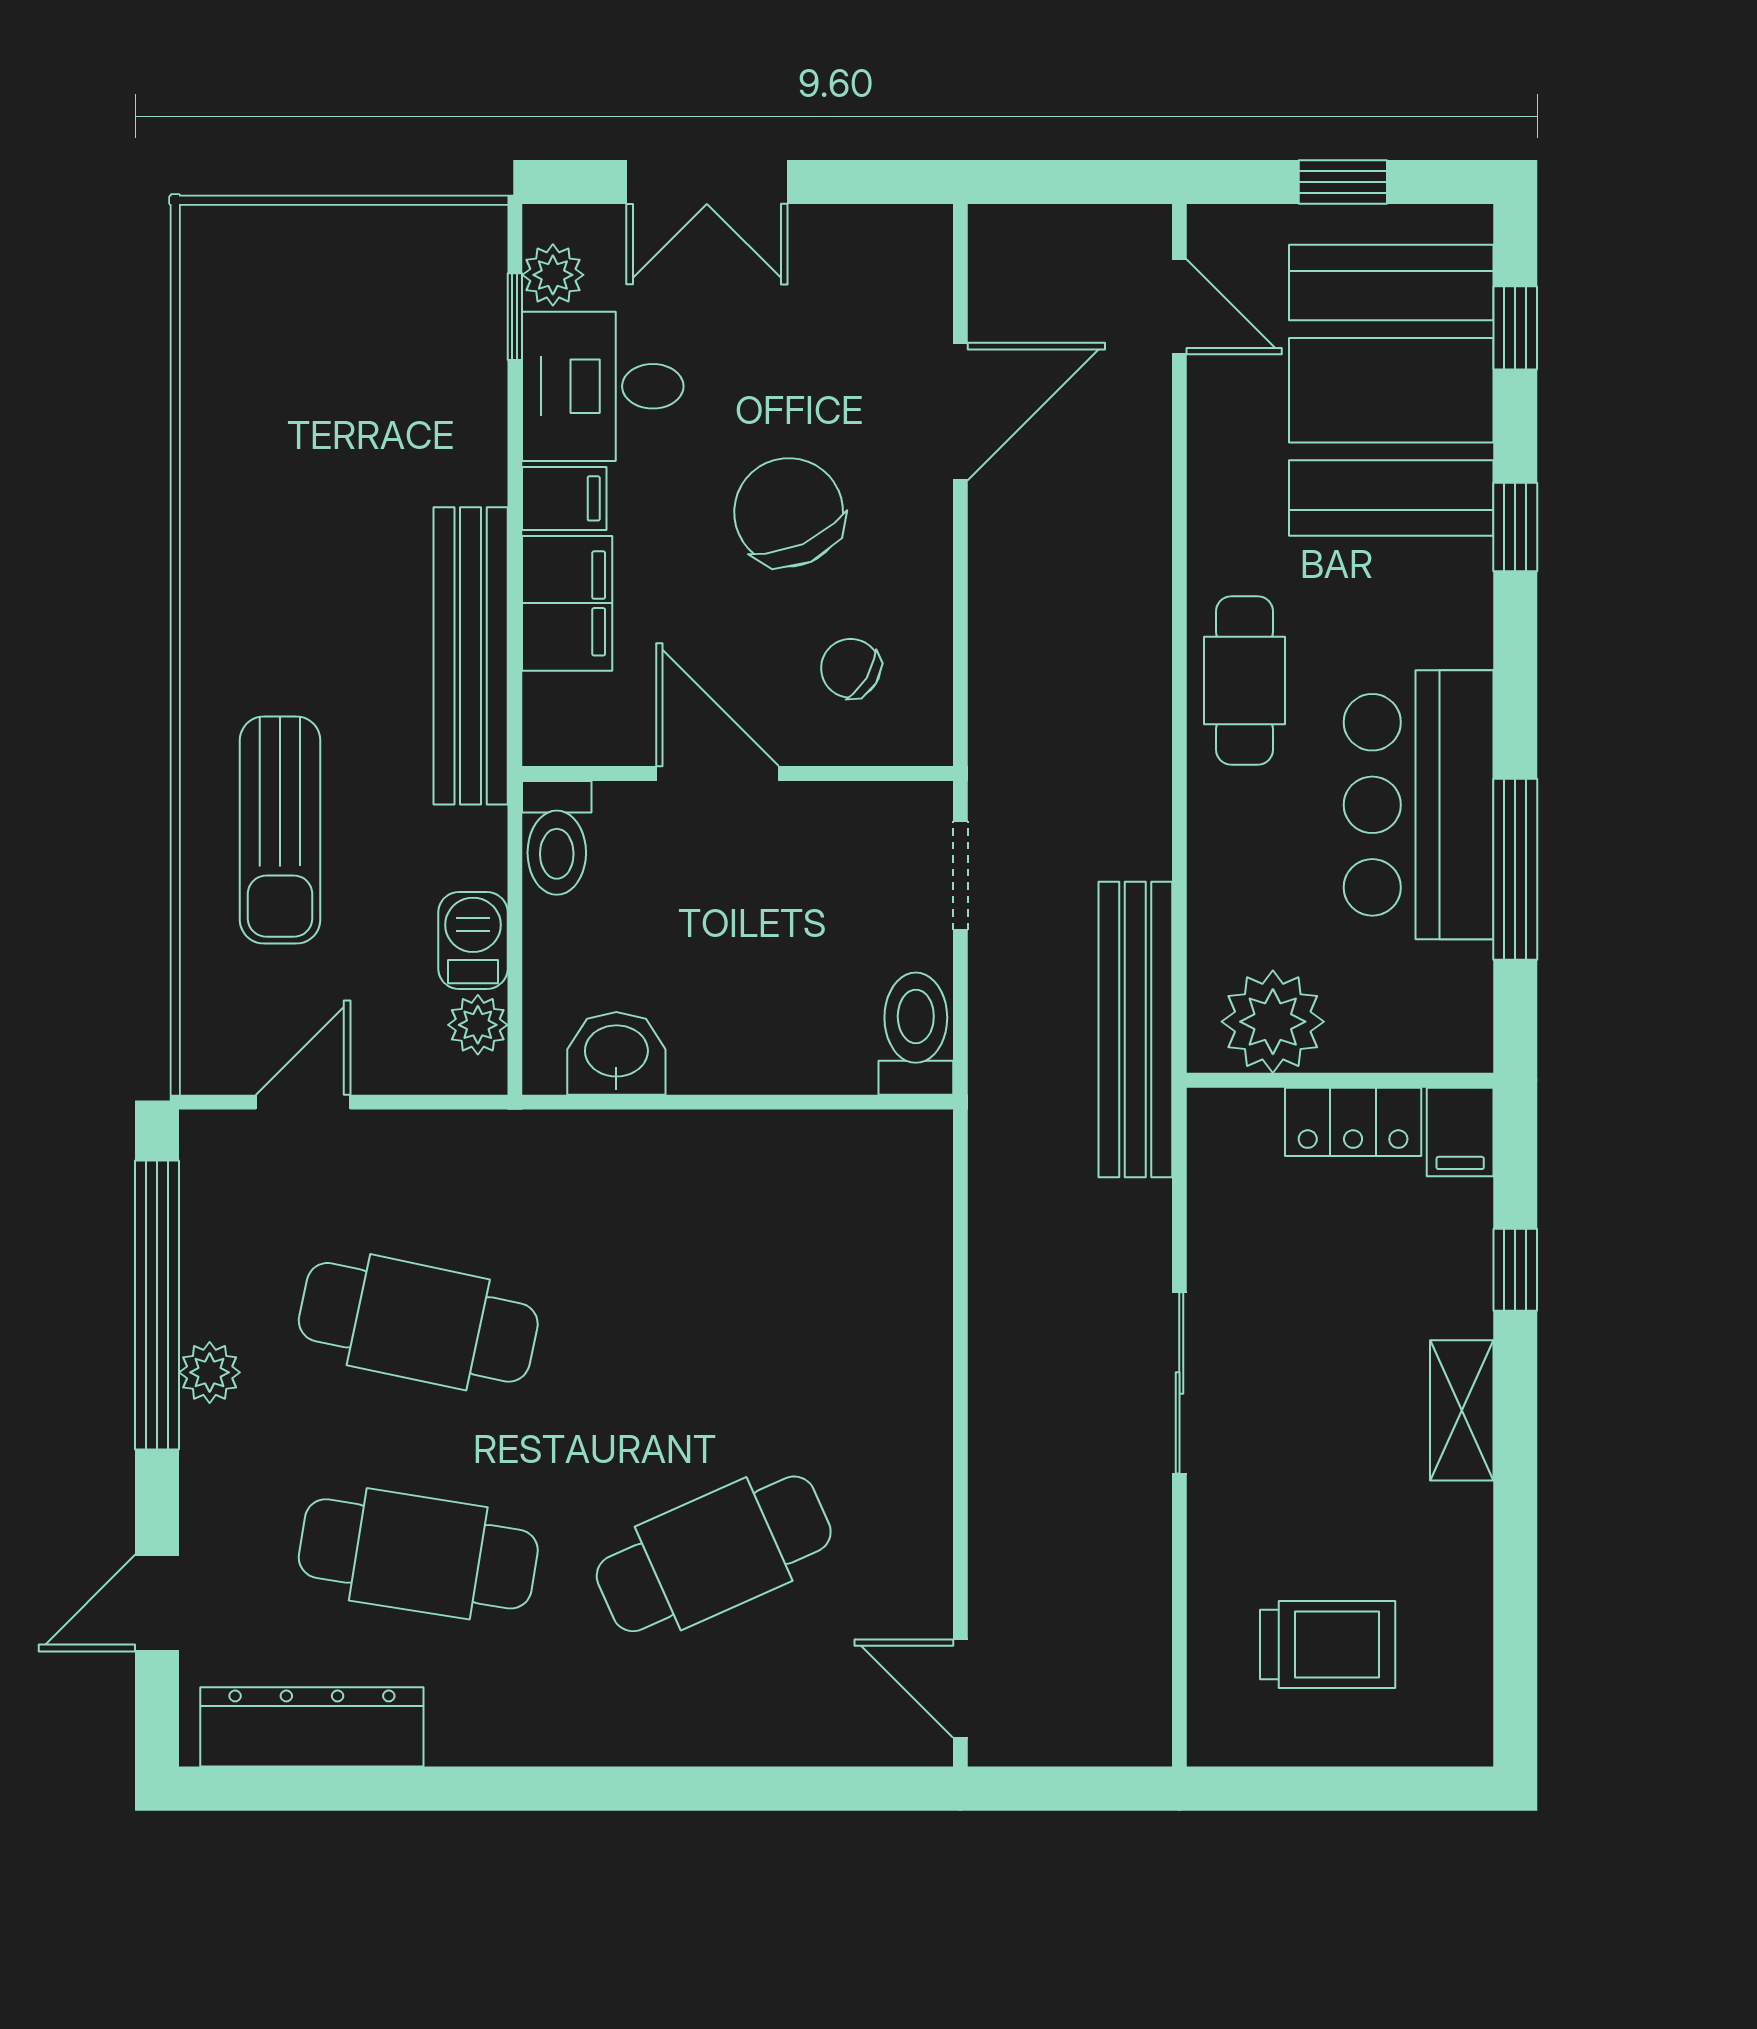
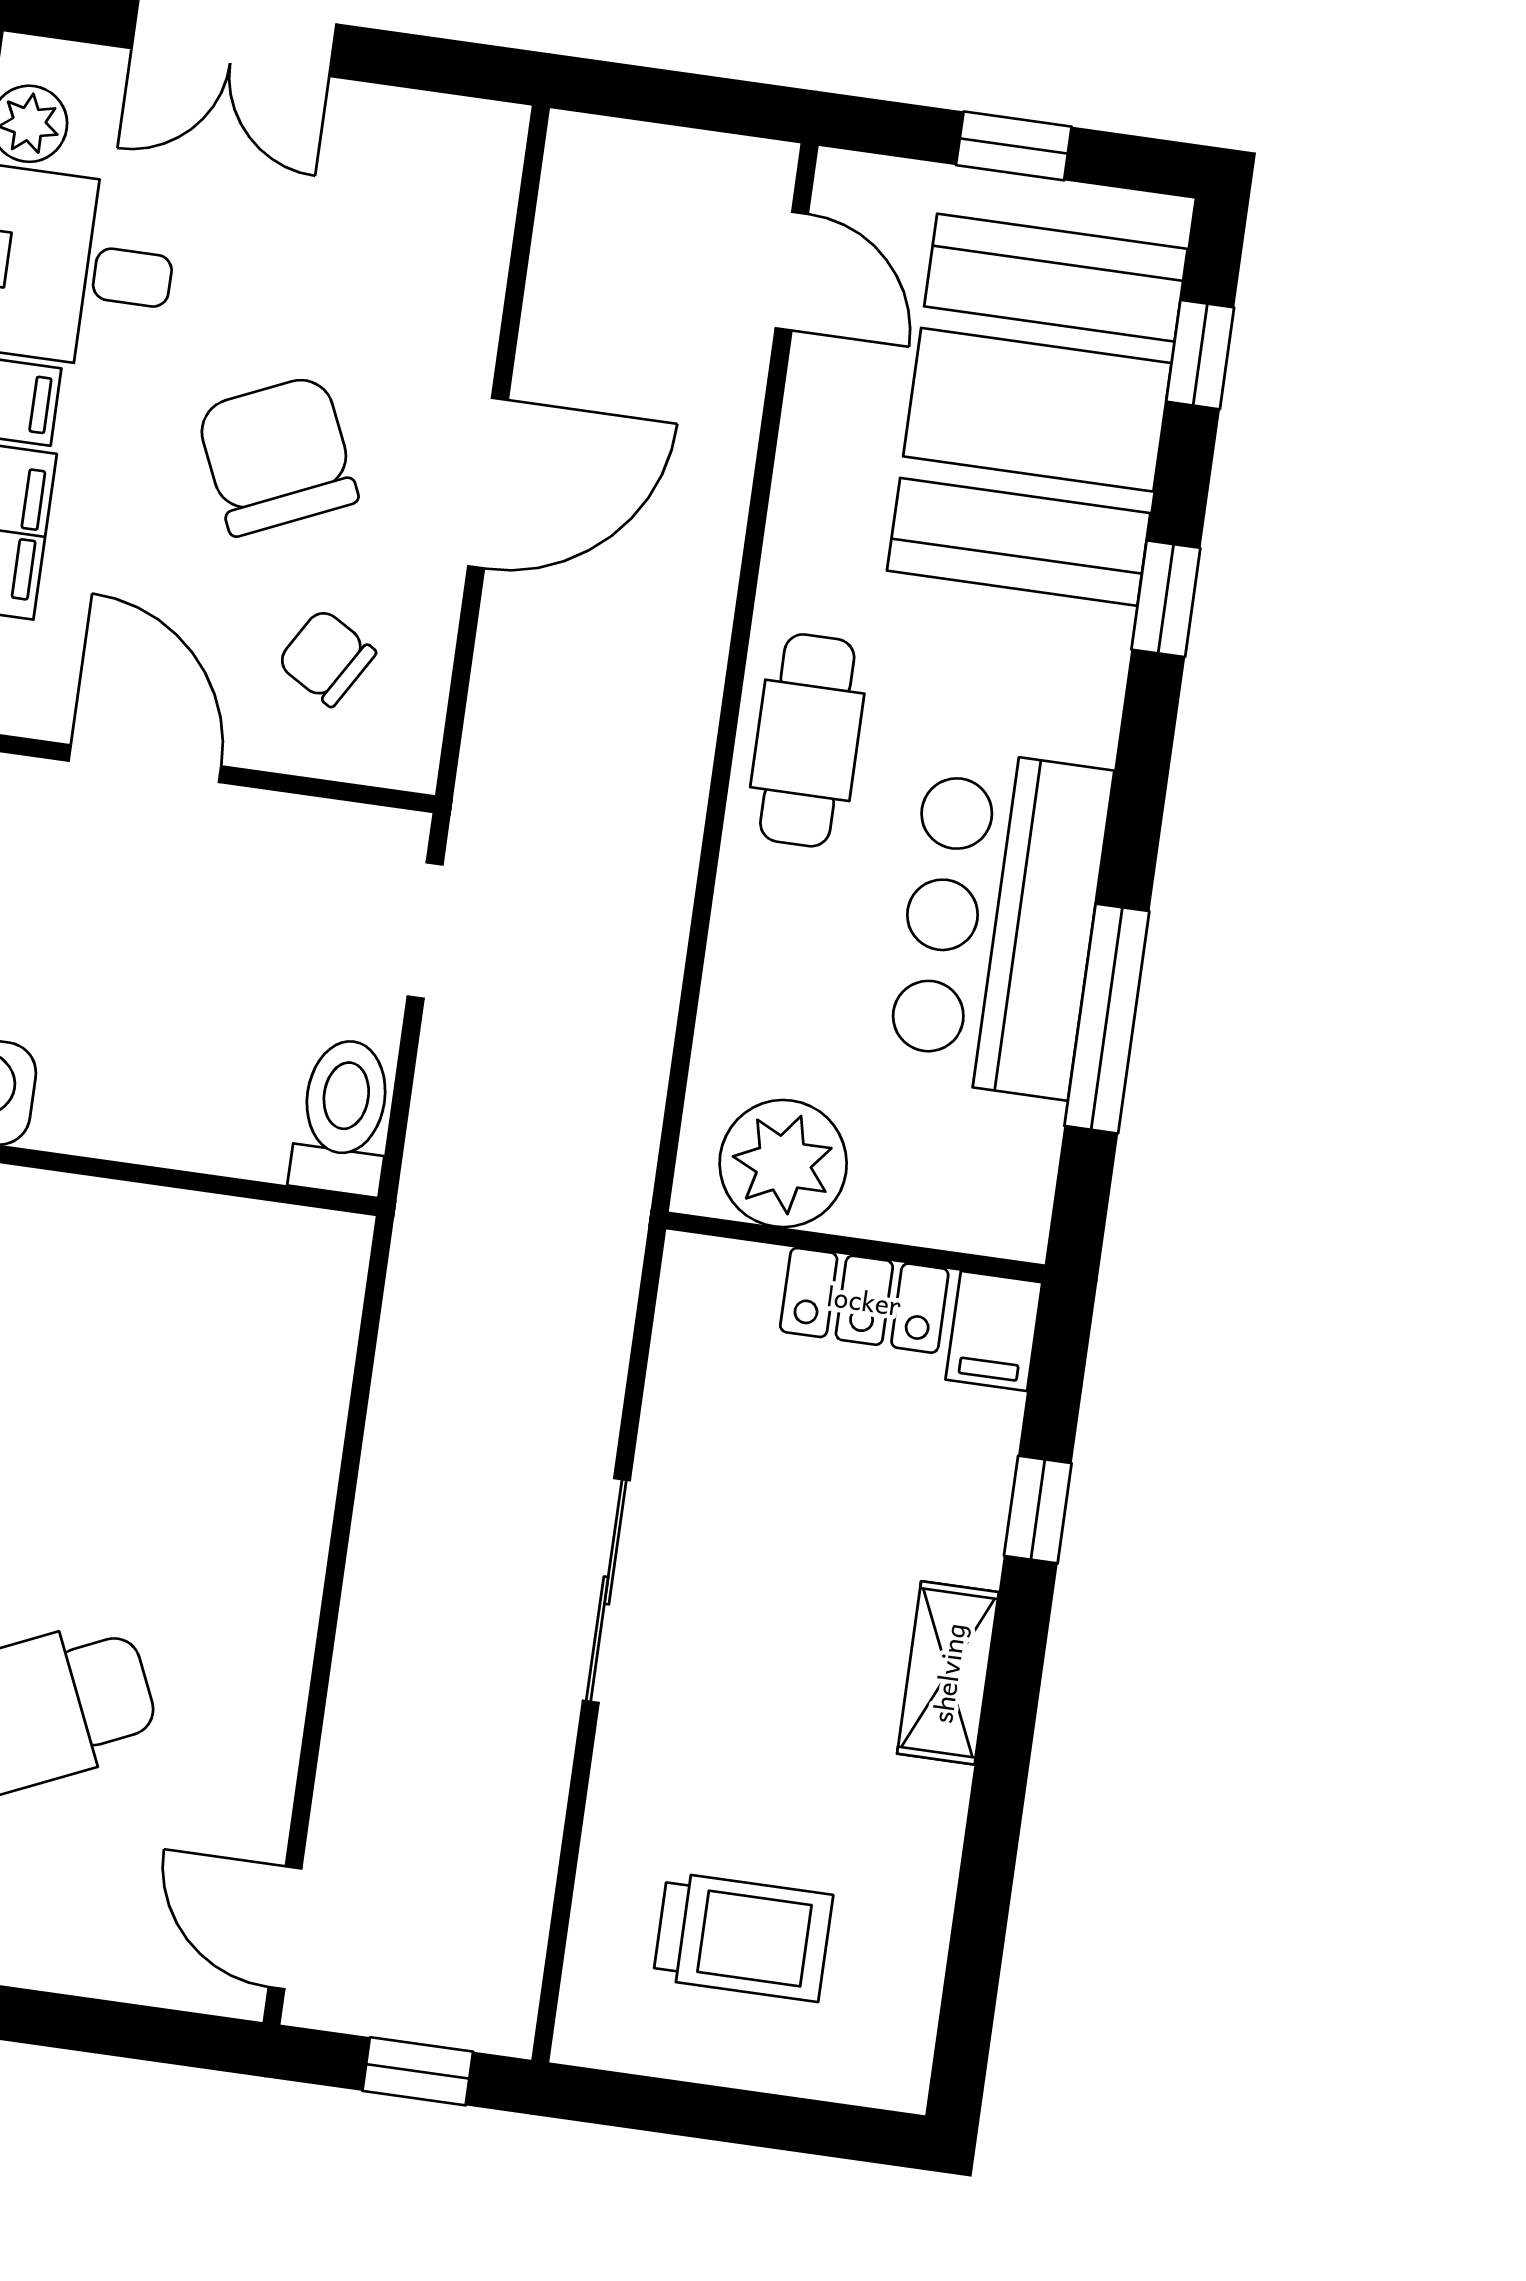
door: (960, 412) -> (488, 483), moved
bench: (1135, 1029) -> (613, 1149), removed
window: (1083, 1789) -> (418, 2071), added

